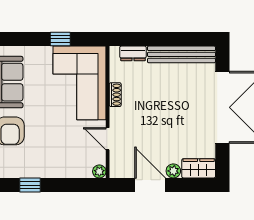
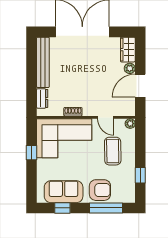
door: (108, 139) -> (106, 117), hinge flipped
coffee table: (62, 148) -> (113, 151), added

